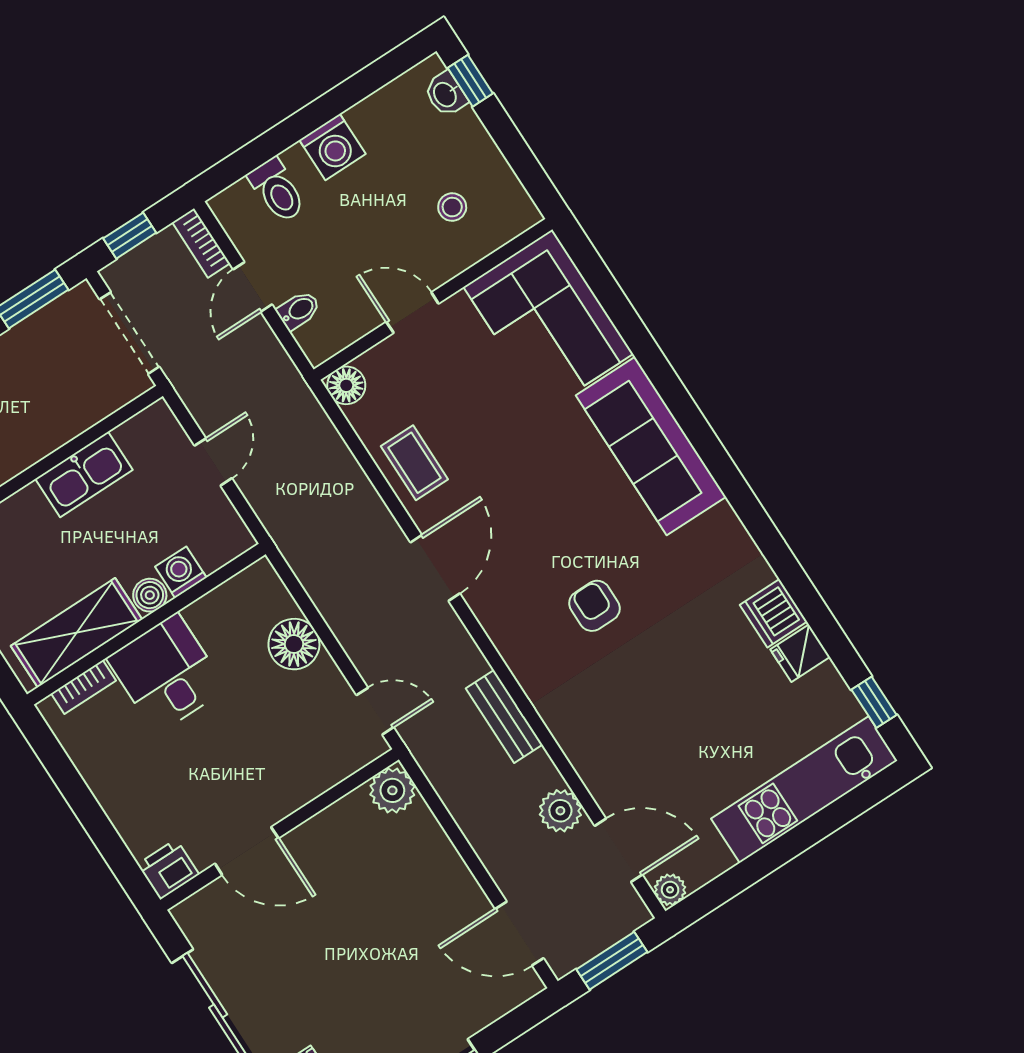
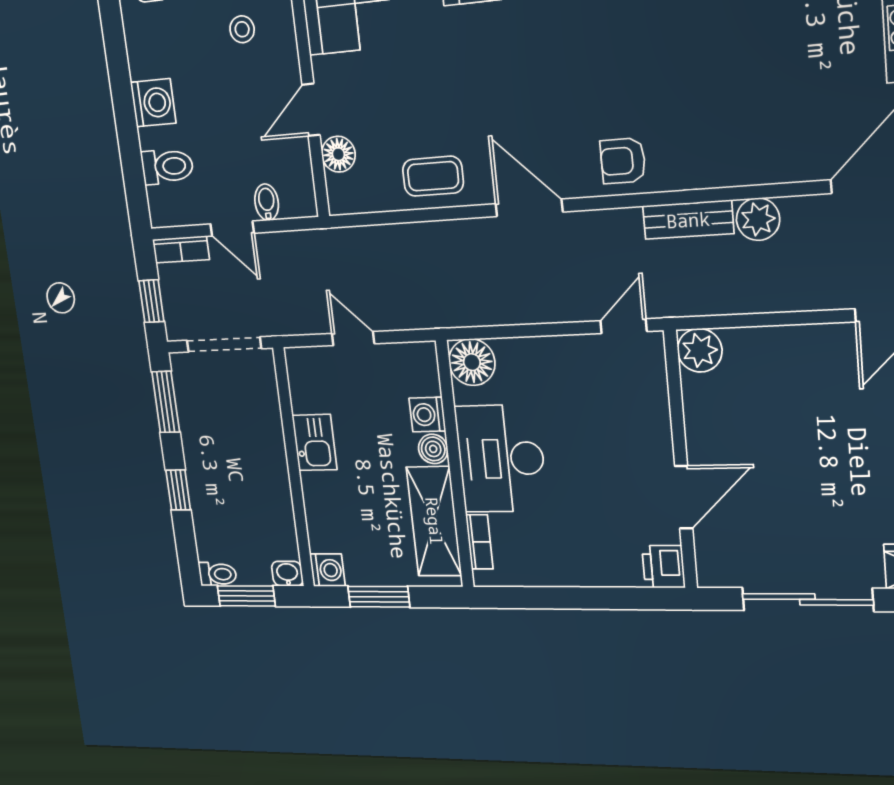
floor lamp: (346, 385) -> (338, 154), moved
kitchen sink: (84, 474) -> (315, 442), width x0.73
armchair: (595, 606) -> (623, 161), moved
floor lamp: (294, 644) -> (472, 362), moved
desk: (167, 674) -> (501, 459), width x1.37
plant: (560, 811) -> (758, 219), moved

